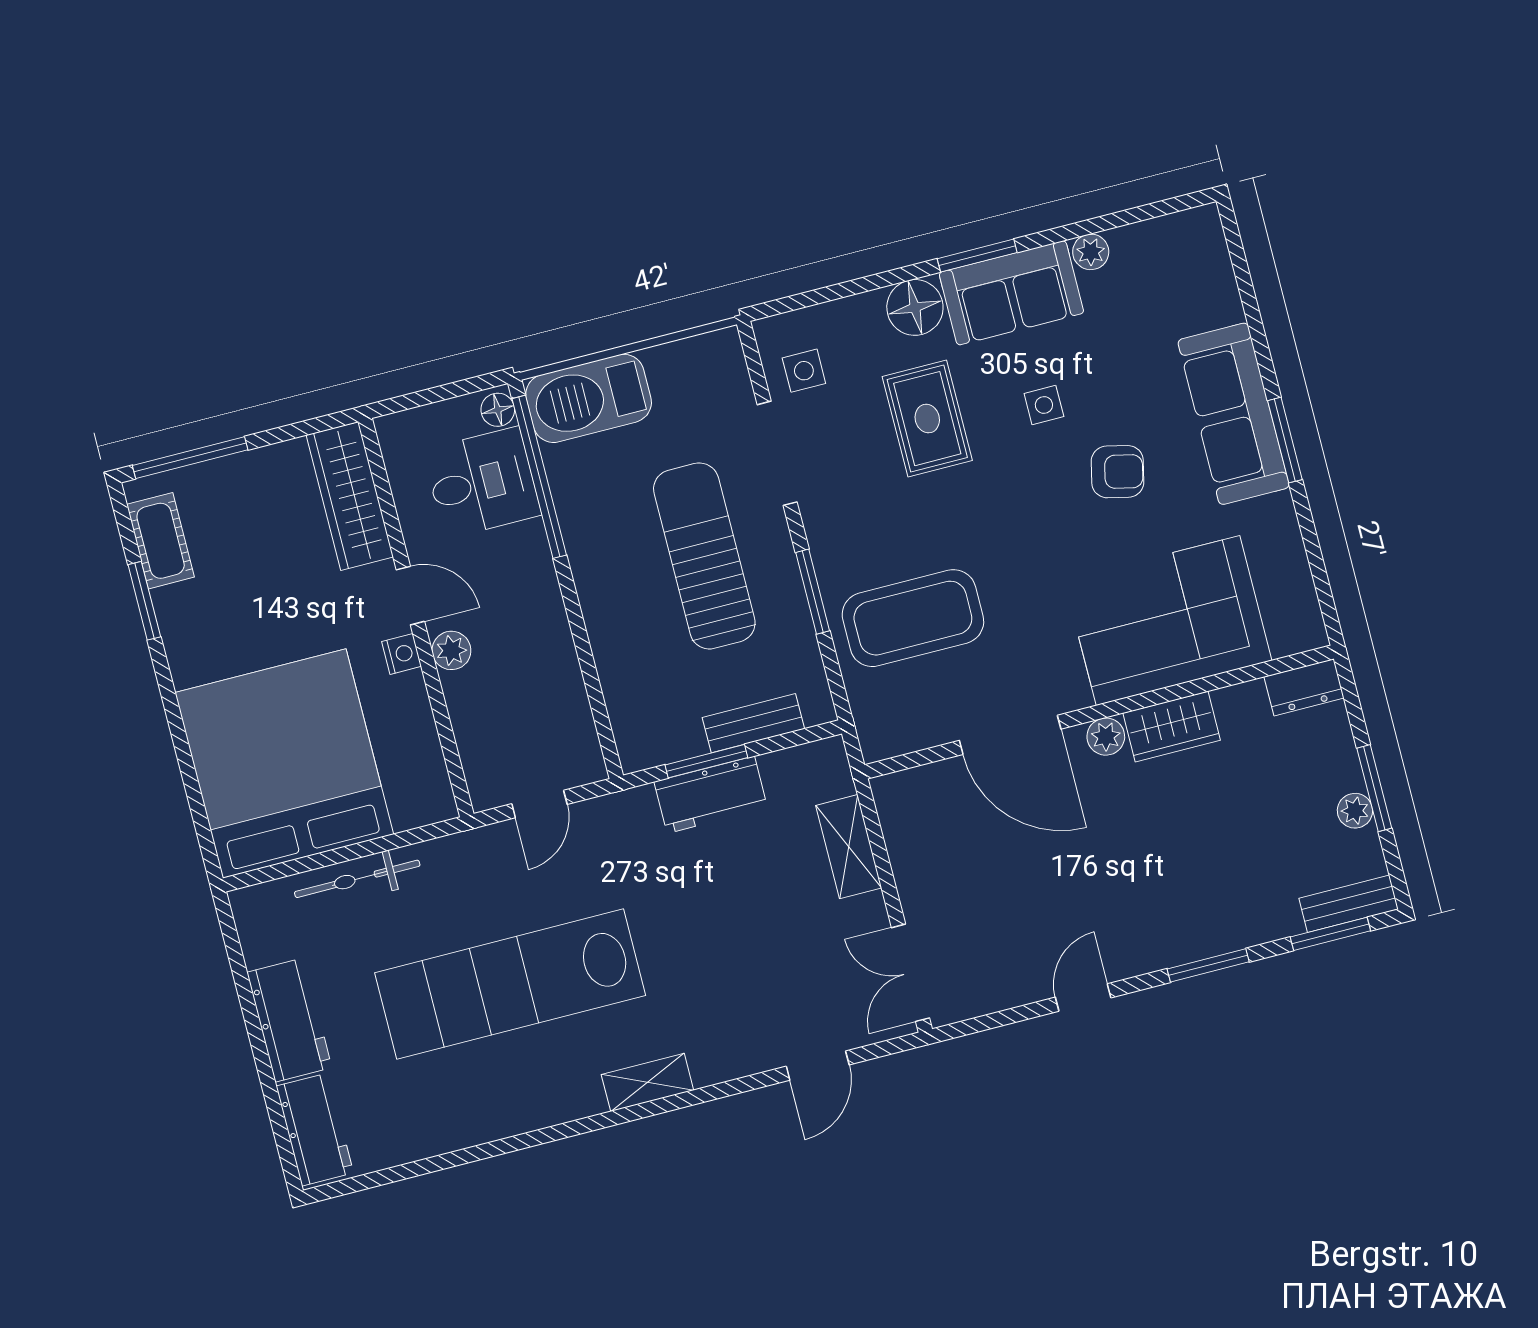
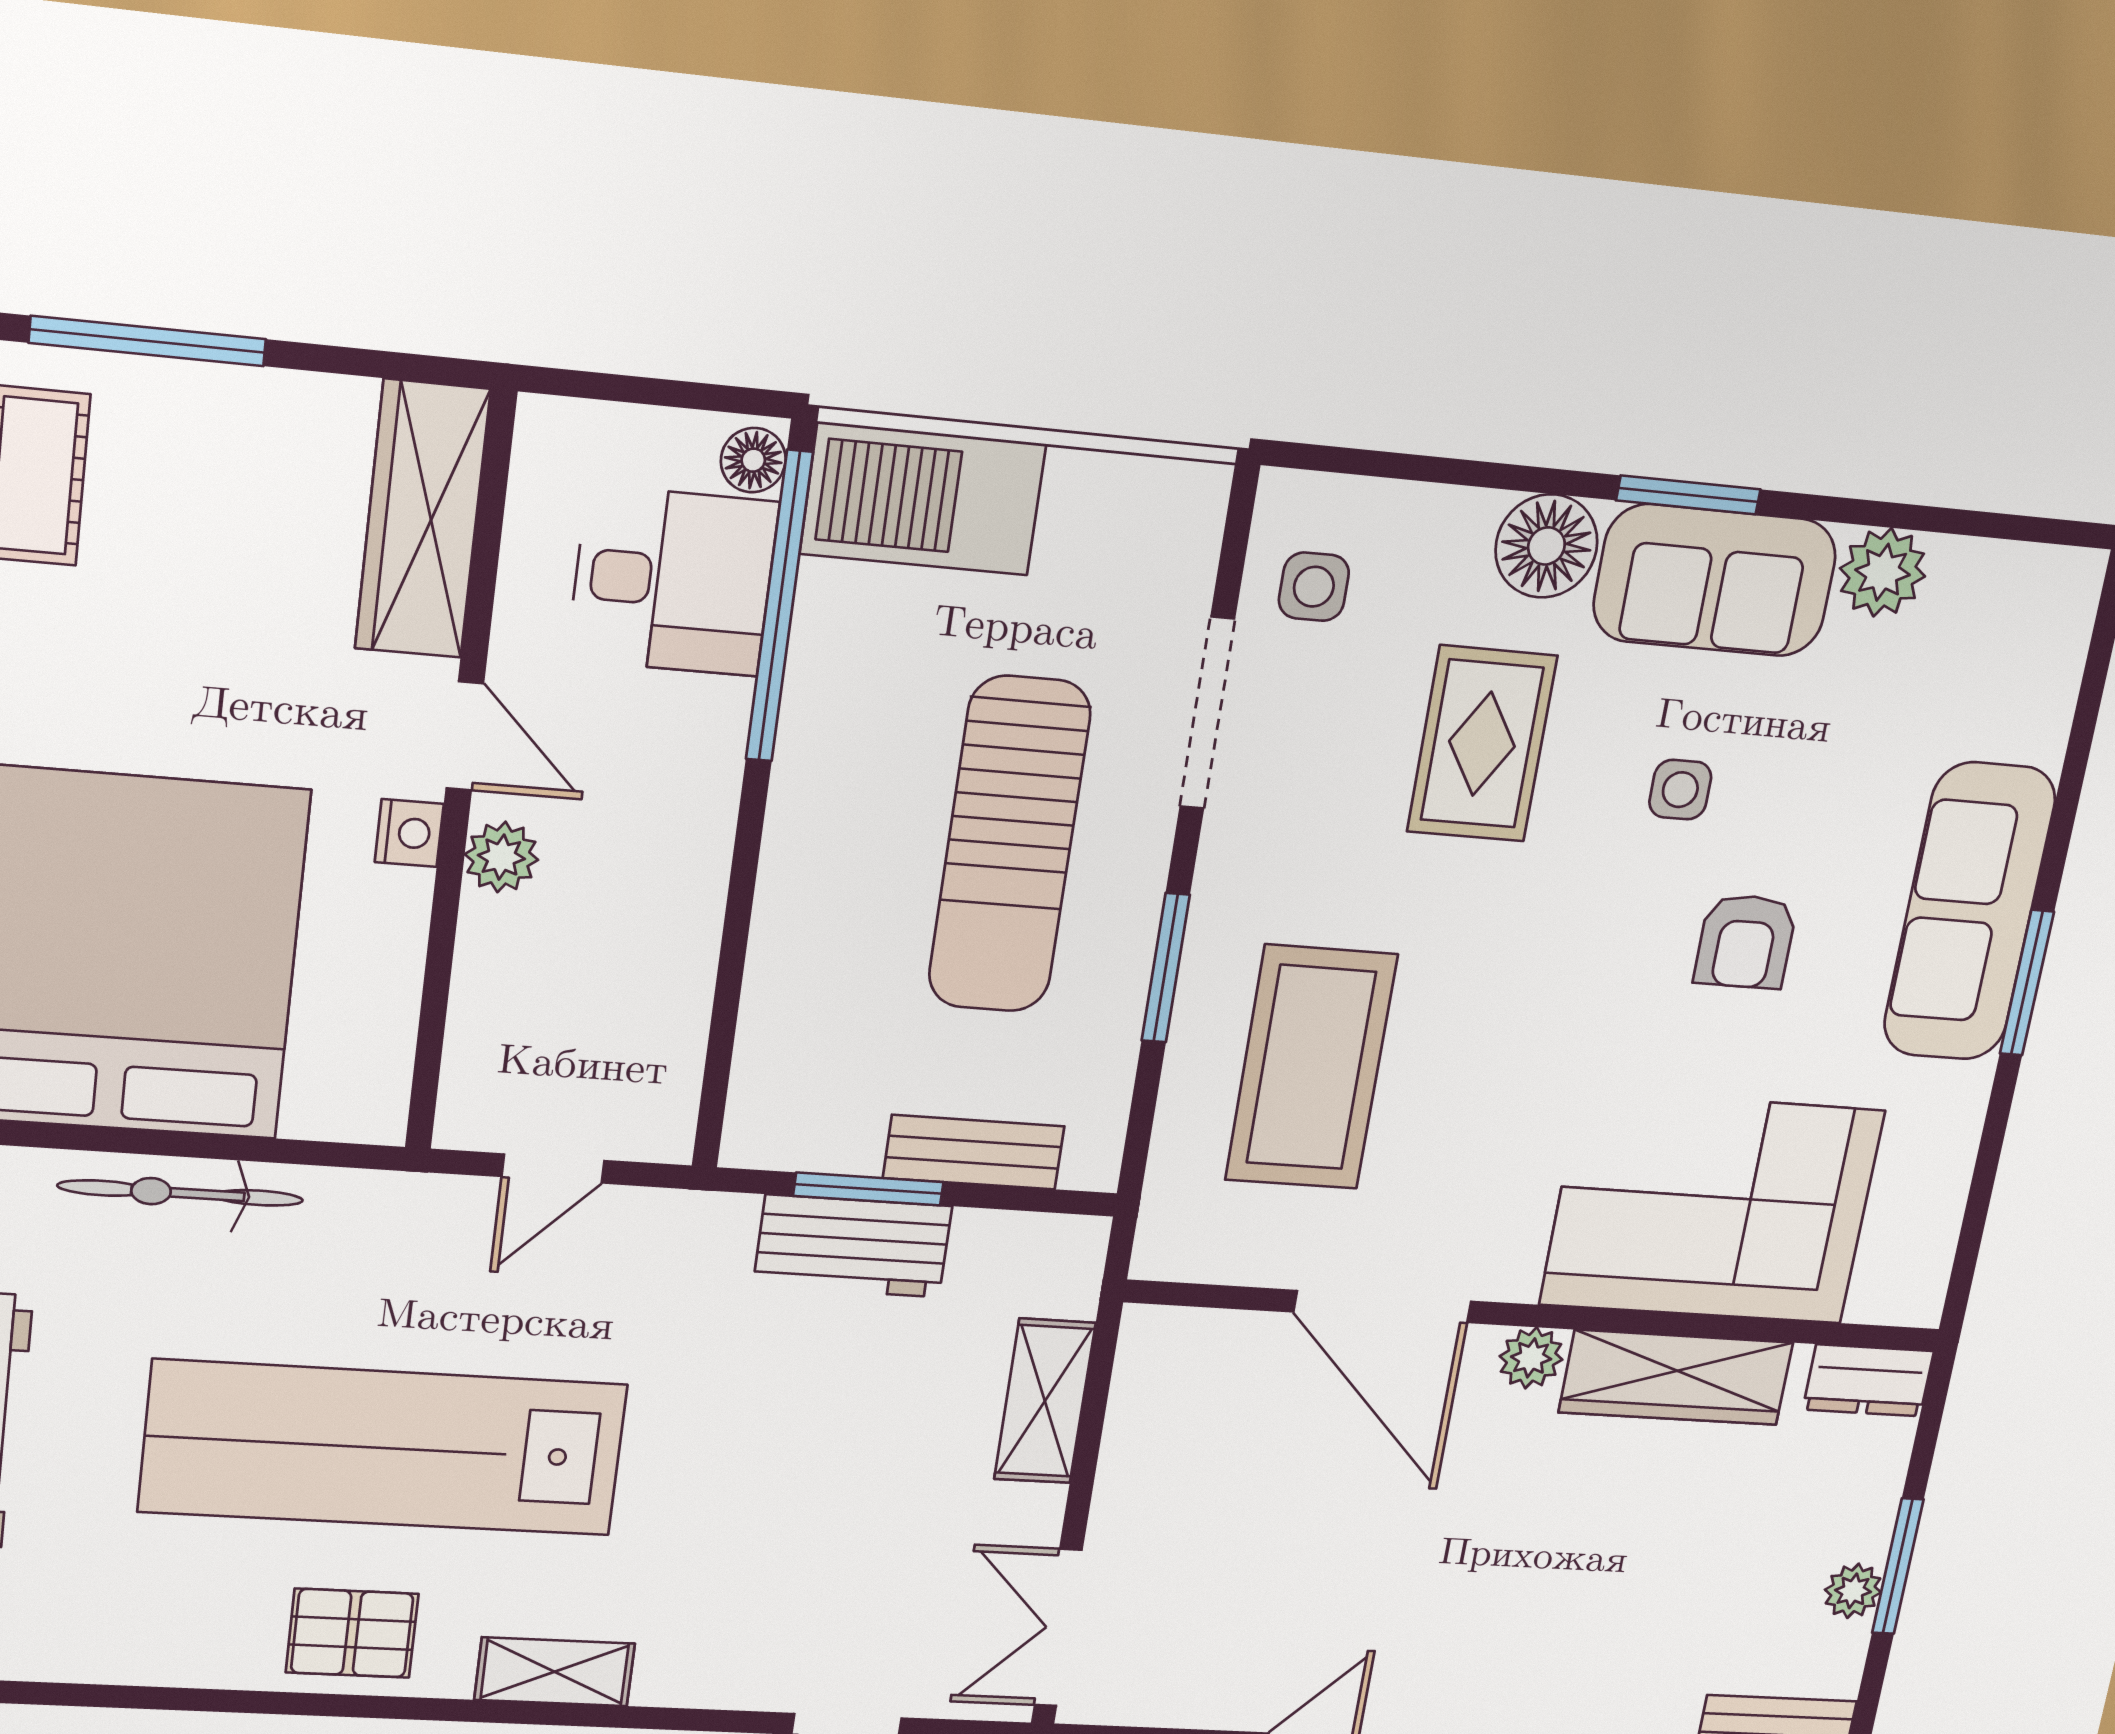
plant: (1091, 252) -> (1883, 572), width x1.38, depth x1.38
armchair: (1117, 472) -> (1745, 942), turned 77
sun lounger: (704, 556) -> (1009, 845), turned 180
coffee table: (913, 618) -> (1311, 1067), turned 90
wardrobe: (1172, 727) -> (1676, 1377), width x1.50
pallet: (532, 1093) -> (352, 1633), added

